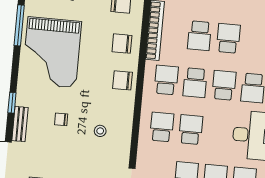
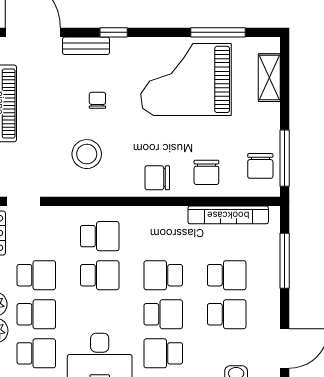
school desk: (199, 36) -> (227, 275), turned 180
chair: (122, 44) -> (206, 172), turned 180
chair: (123, 80) -> (157, 178), turned -90
school desk: (166, 80) -> (163, 236), removed
stool: (100, 131) -> (87, 154), width x1.89, depth x1.89

